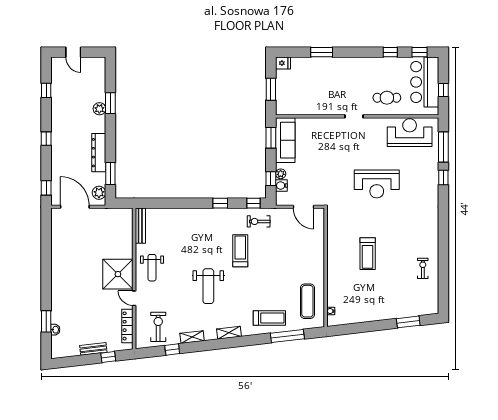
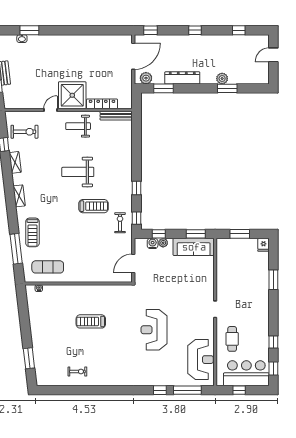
weight bench: (208, 286) -> (78, 172), moved
locker: (127, 326) -> (102, 104), moved

